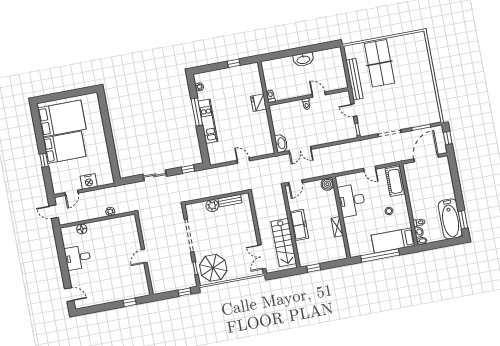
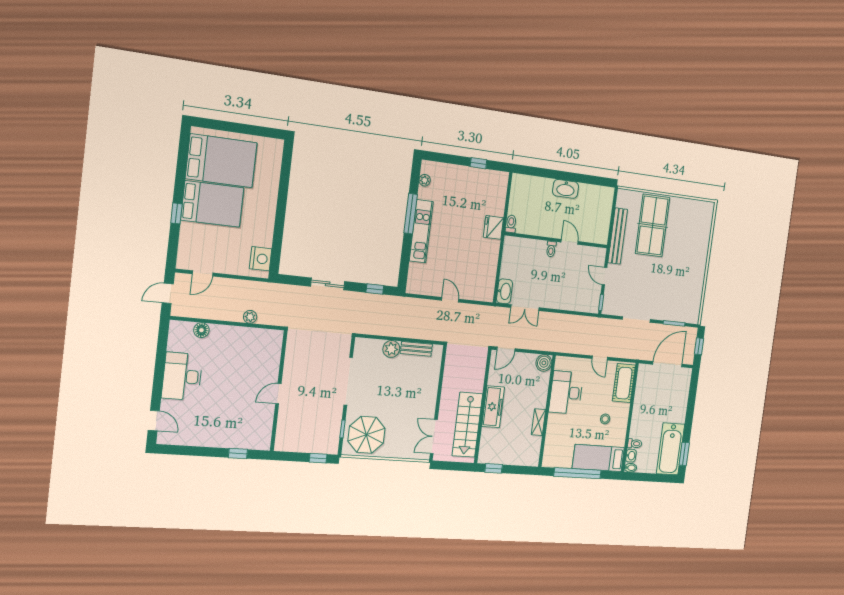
nightstand: (89, 181) -> (261, 259), moved, turned -90
door: (54, 212) -> (168, 293), hinge flipped
desk: (78, 258) -> (182, 376), width x1.37

